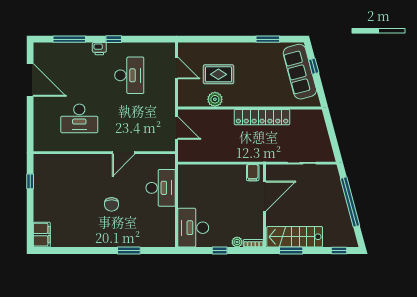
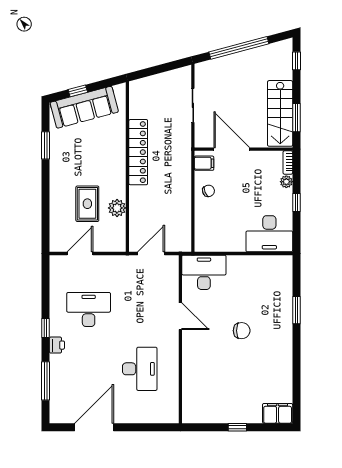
chair: (229, 176) -> (208, 191), added
window: (30, 181) -> (237, 427), moved
desk: (161, 188) -> (204, 272), moved

